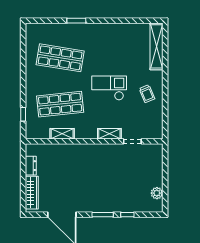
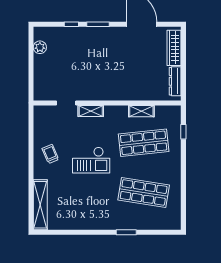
dresser: (31, 166) -> (175, 81), width x1.44

